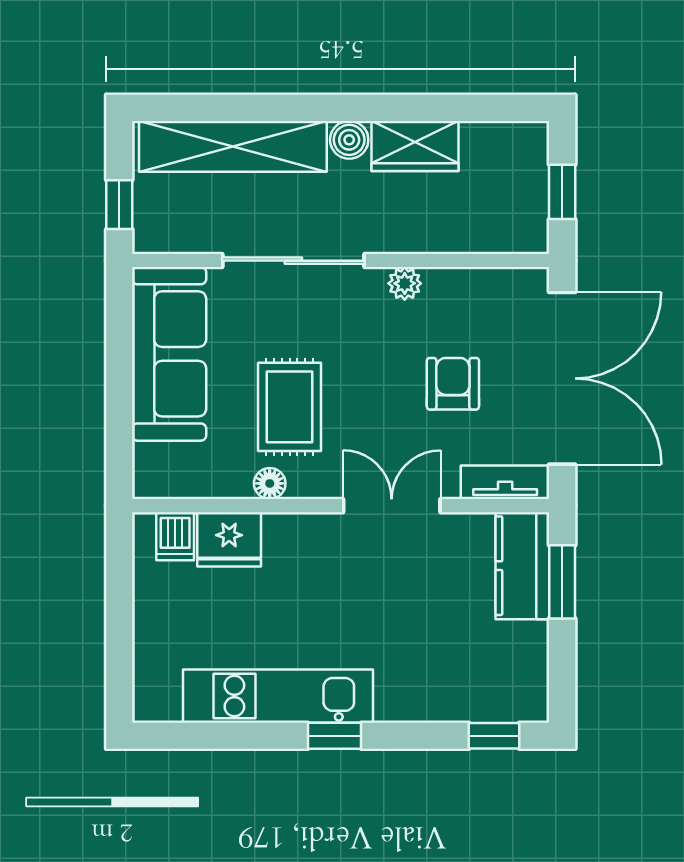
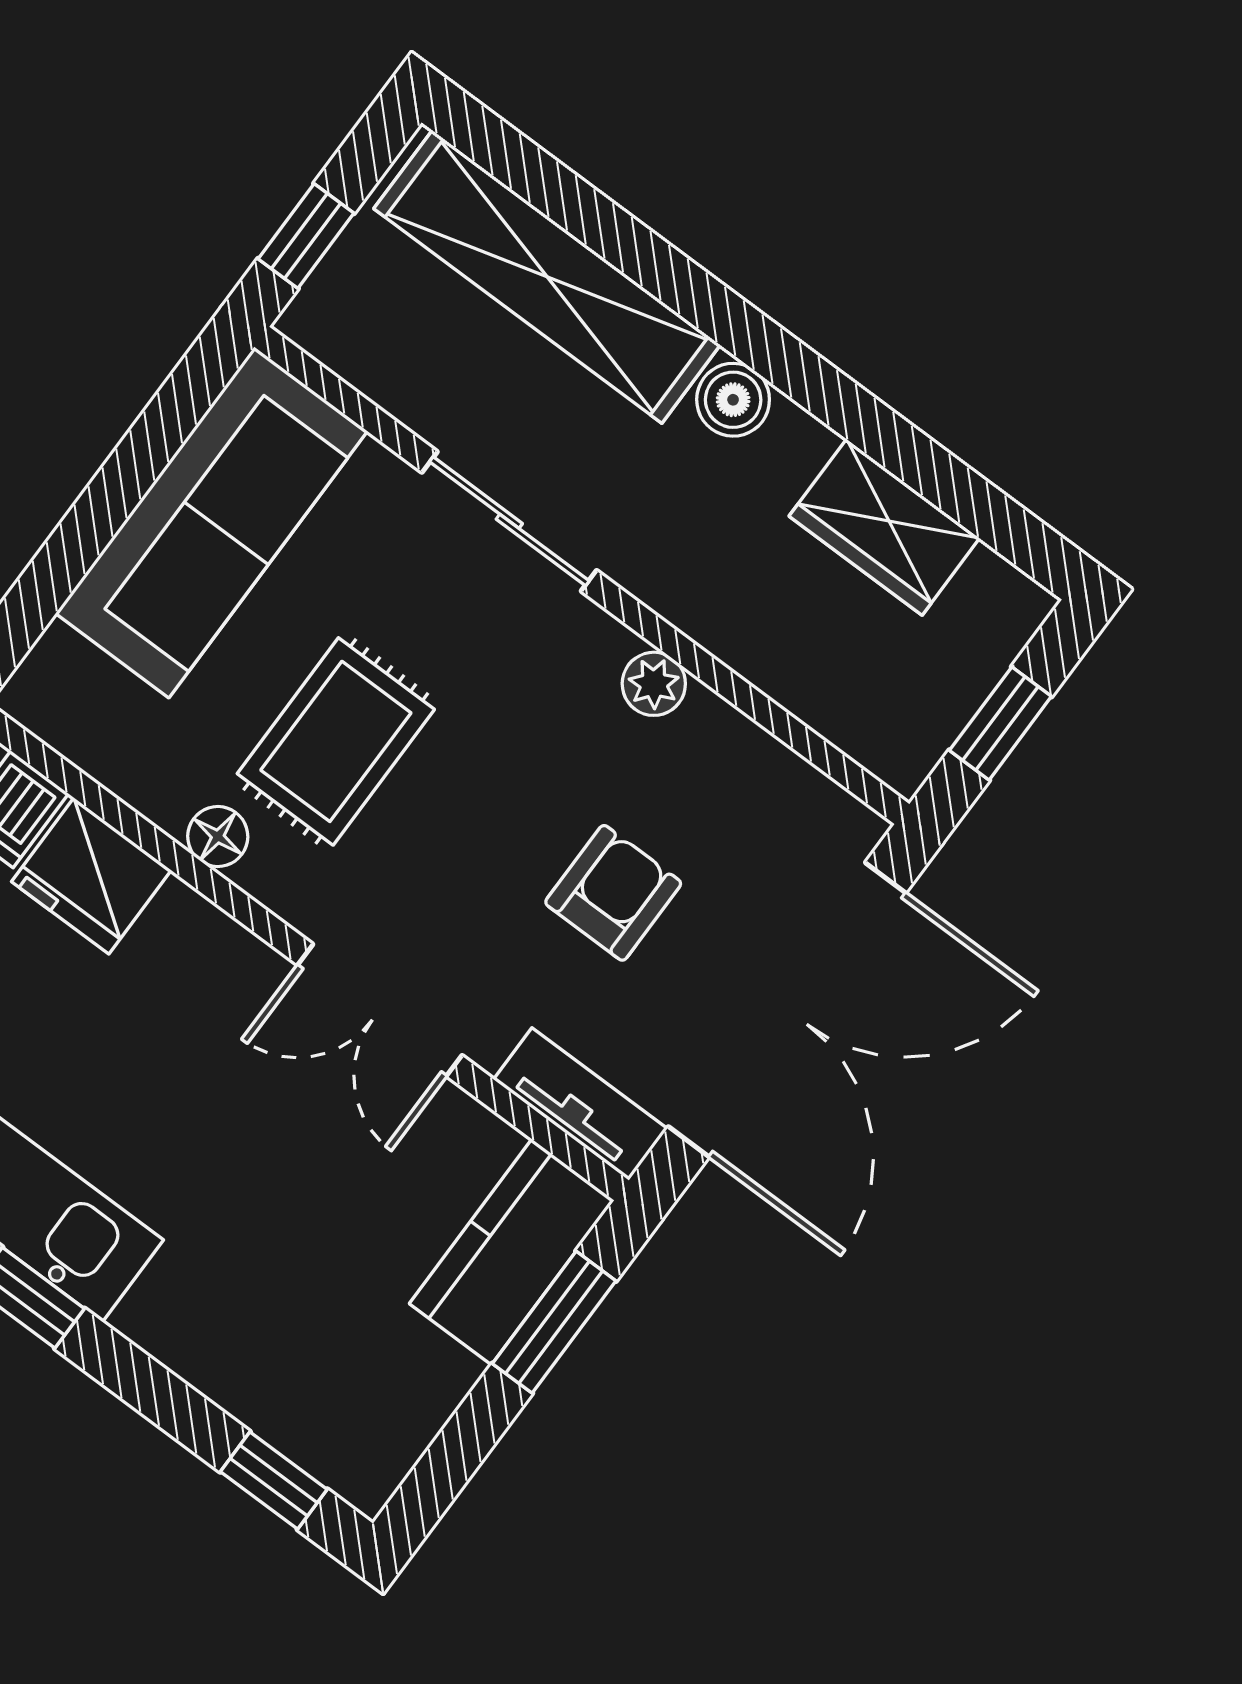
wardrobe: (415, 146) -> (884, 527), moved
sliding door: (293, 261) -> (509, 521), width x0.73
double door: (392, 506) -> (380, 1010), swing flipped

